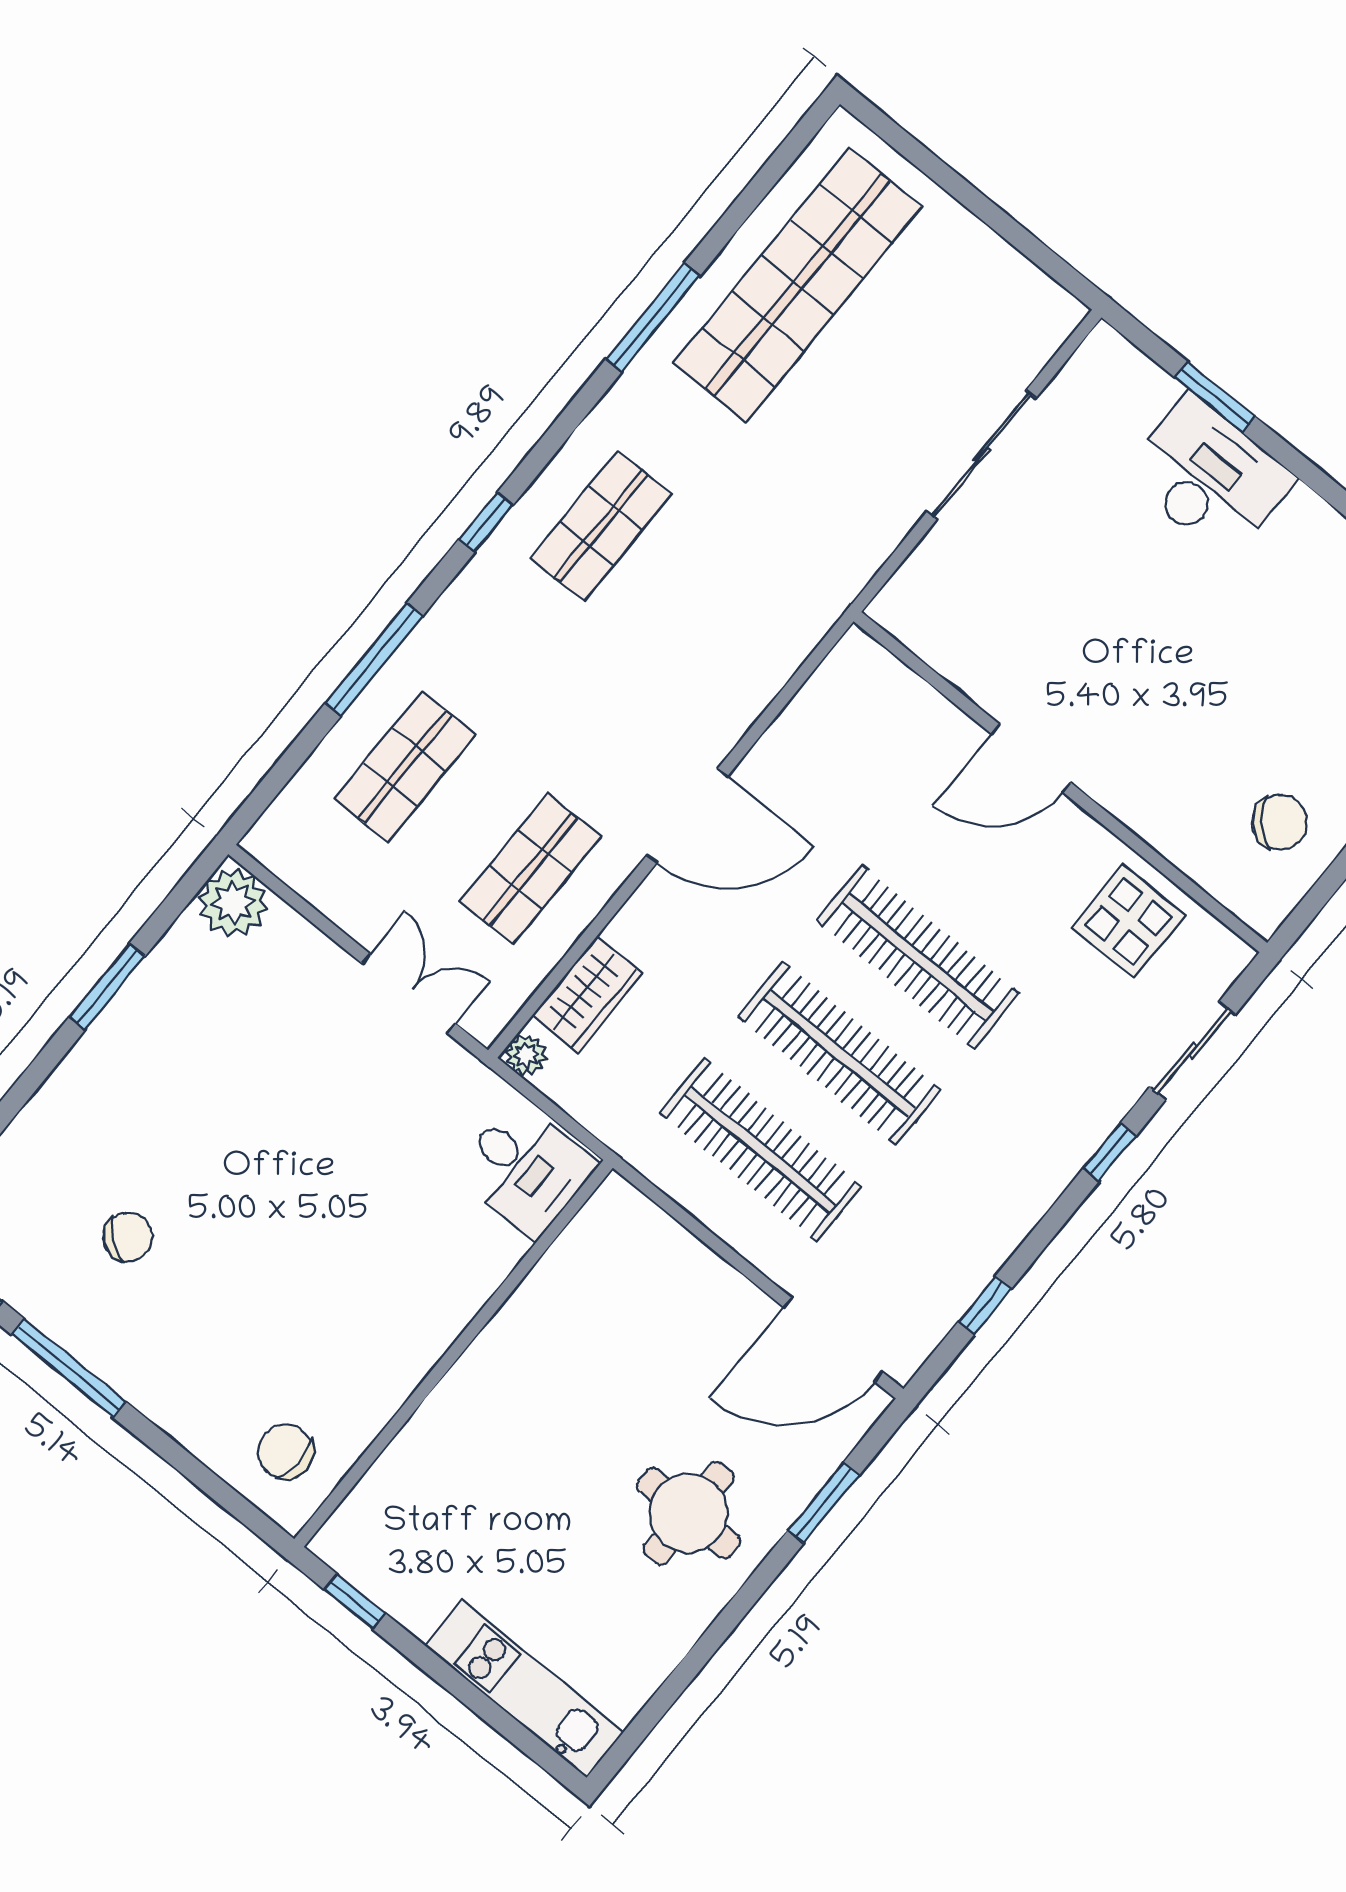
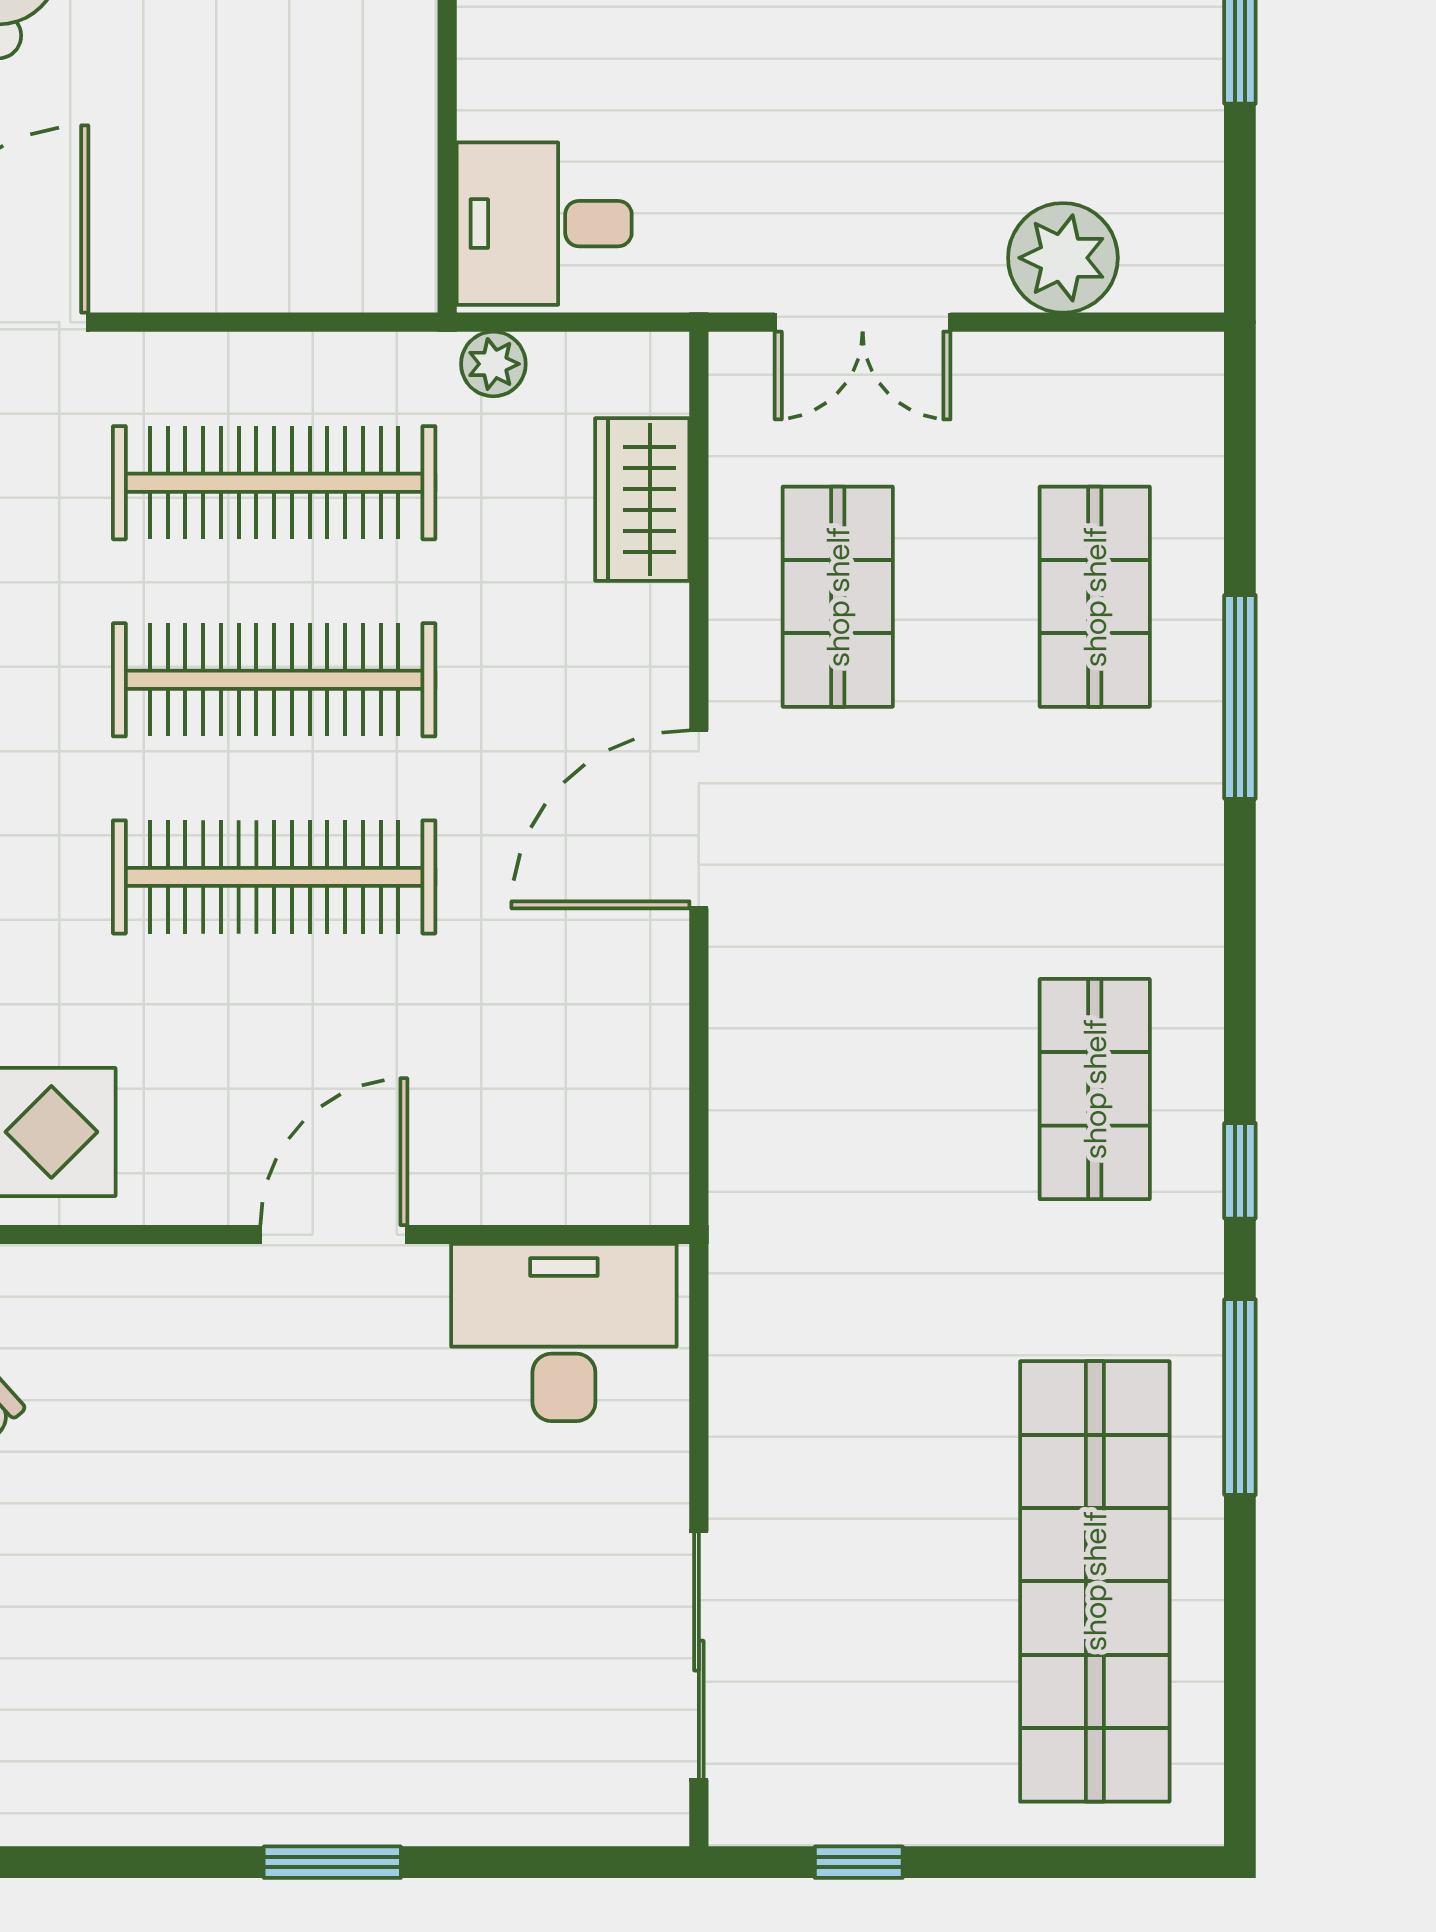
window: (1025, 242) -> (859, 1862), added
window: (1215, 397) -> (332, 1862), moved
sliding door: (982, 455) -> (699, 1656), moved
desk: (1209, 477) -> (564, 1332), moved, turned 180
window: (486, 522) -> (1240, 1171), moved
plant: (233, 903) -> (1063, 258), moved
plant: (526, 1055) -> (493, 364), moved

